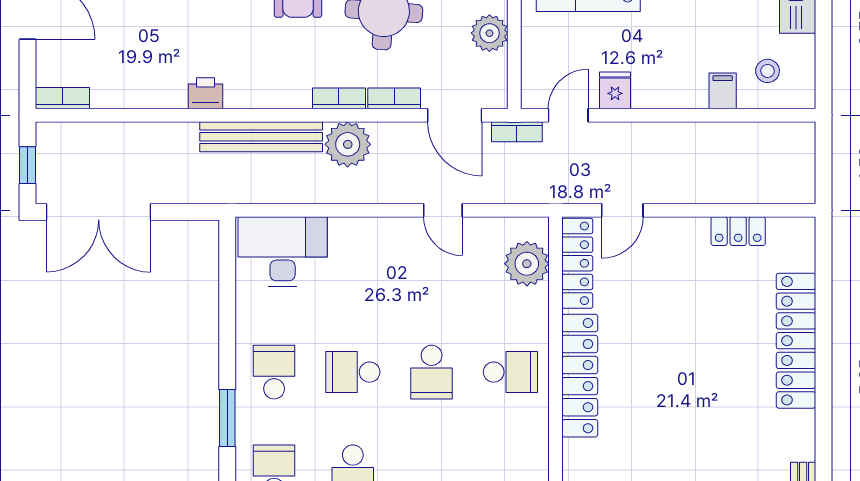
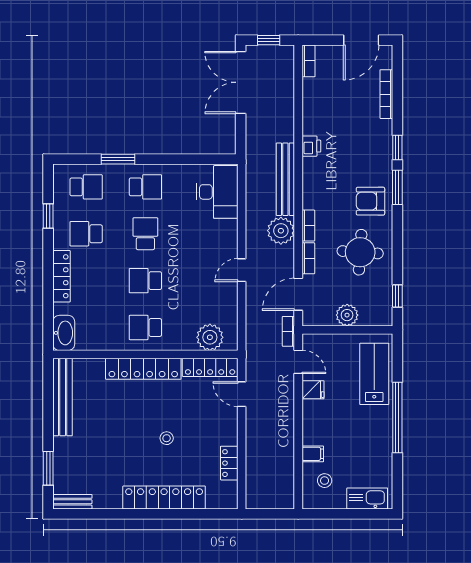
door: (443, 210) -> (242, 270), moved
stool: (696, 336) -> (167, 438), added
school desk: (510, 372) -> (145, 327), turned 90

